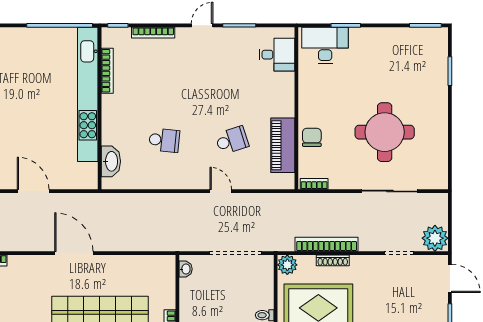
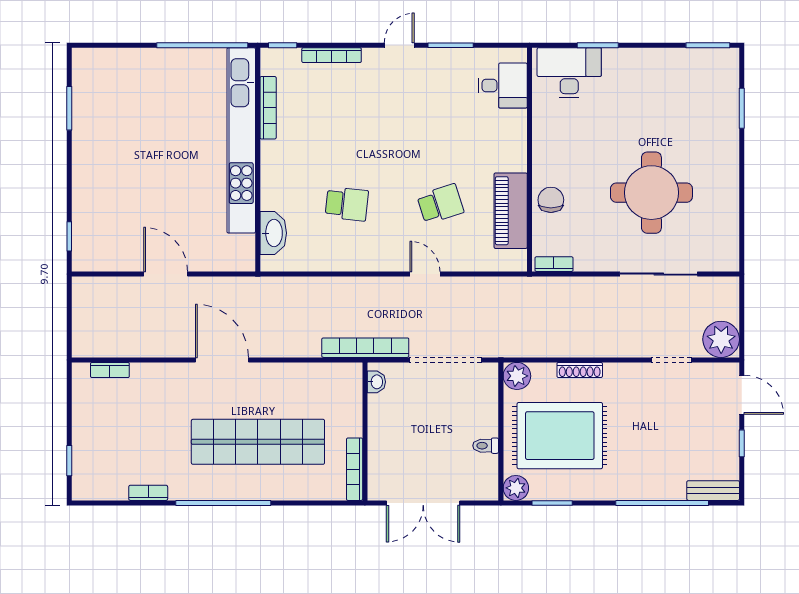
bookcase: (327, 244) -> (365, 348), moved

